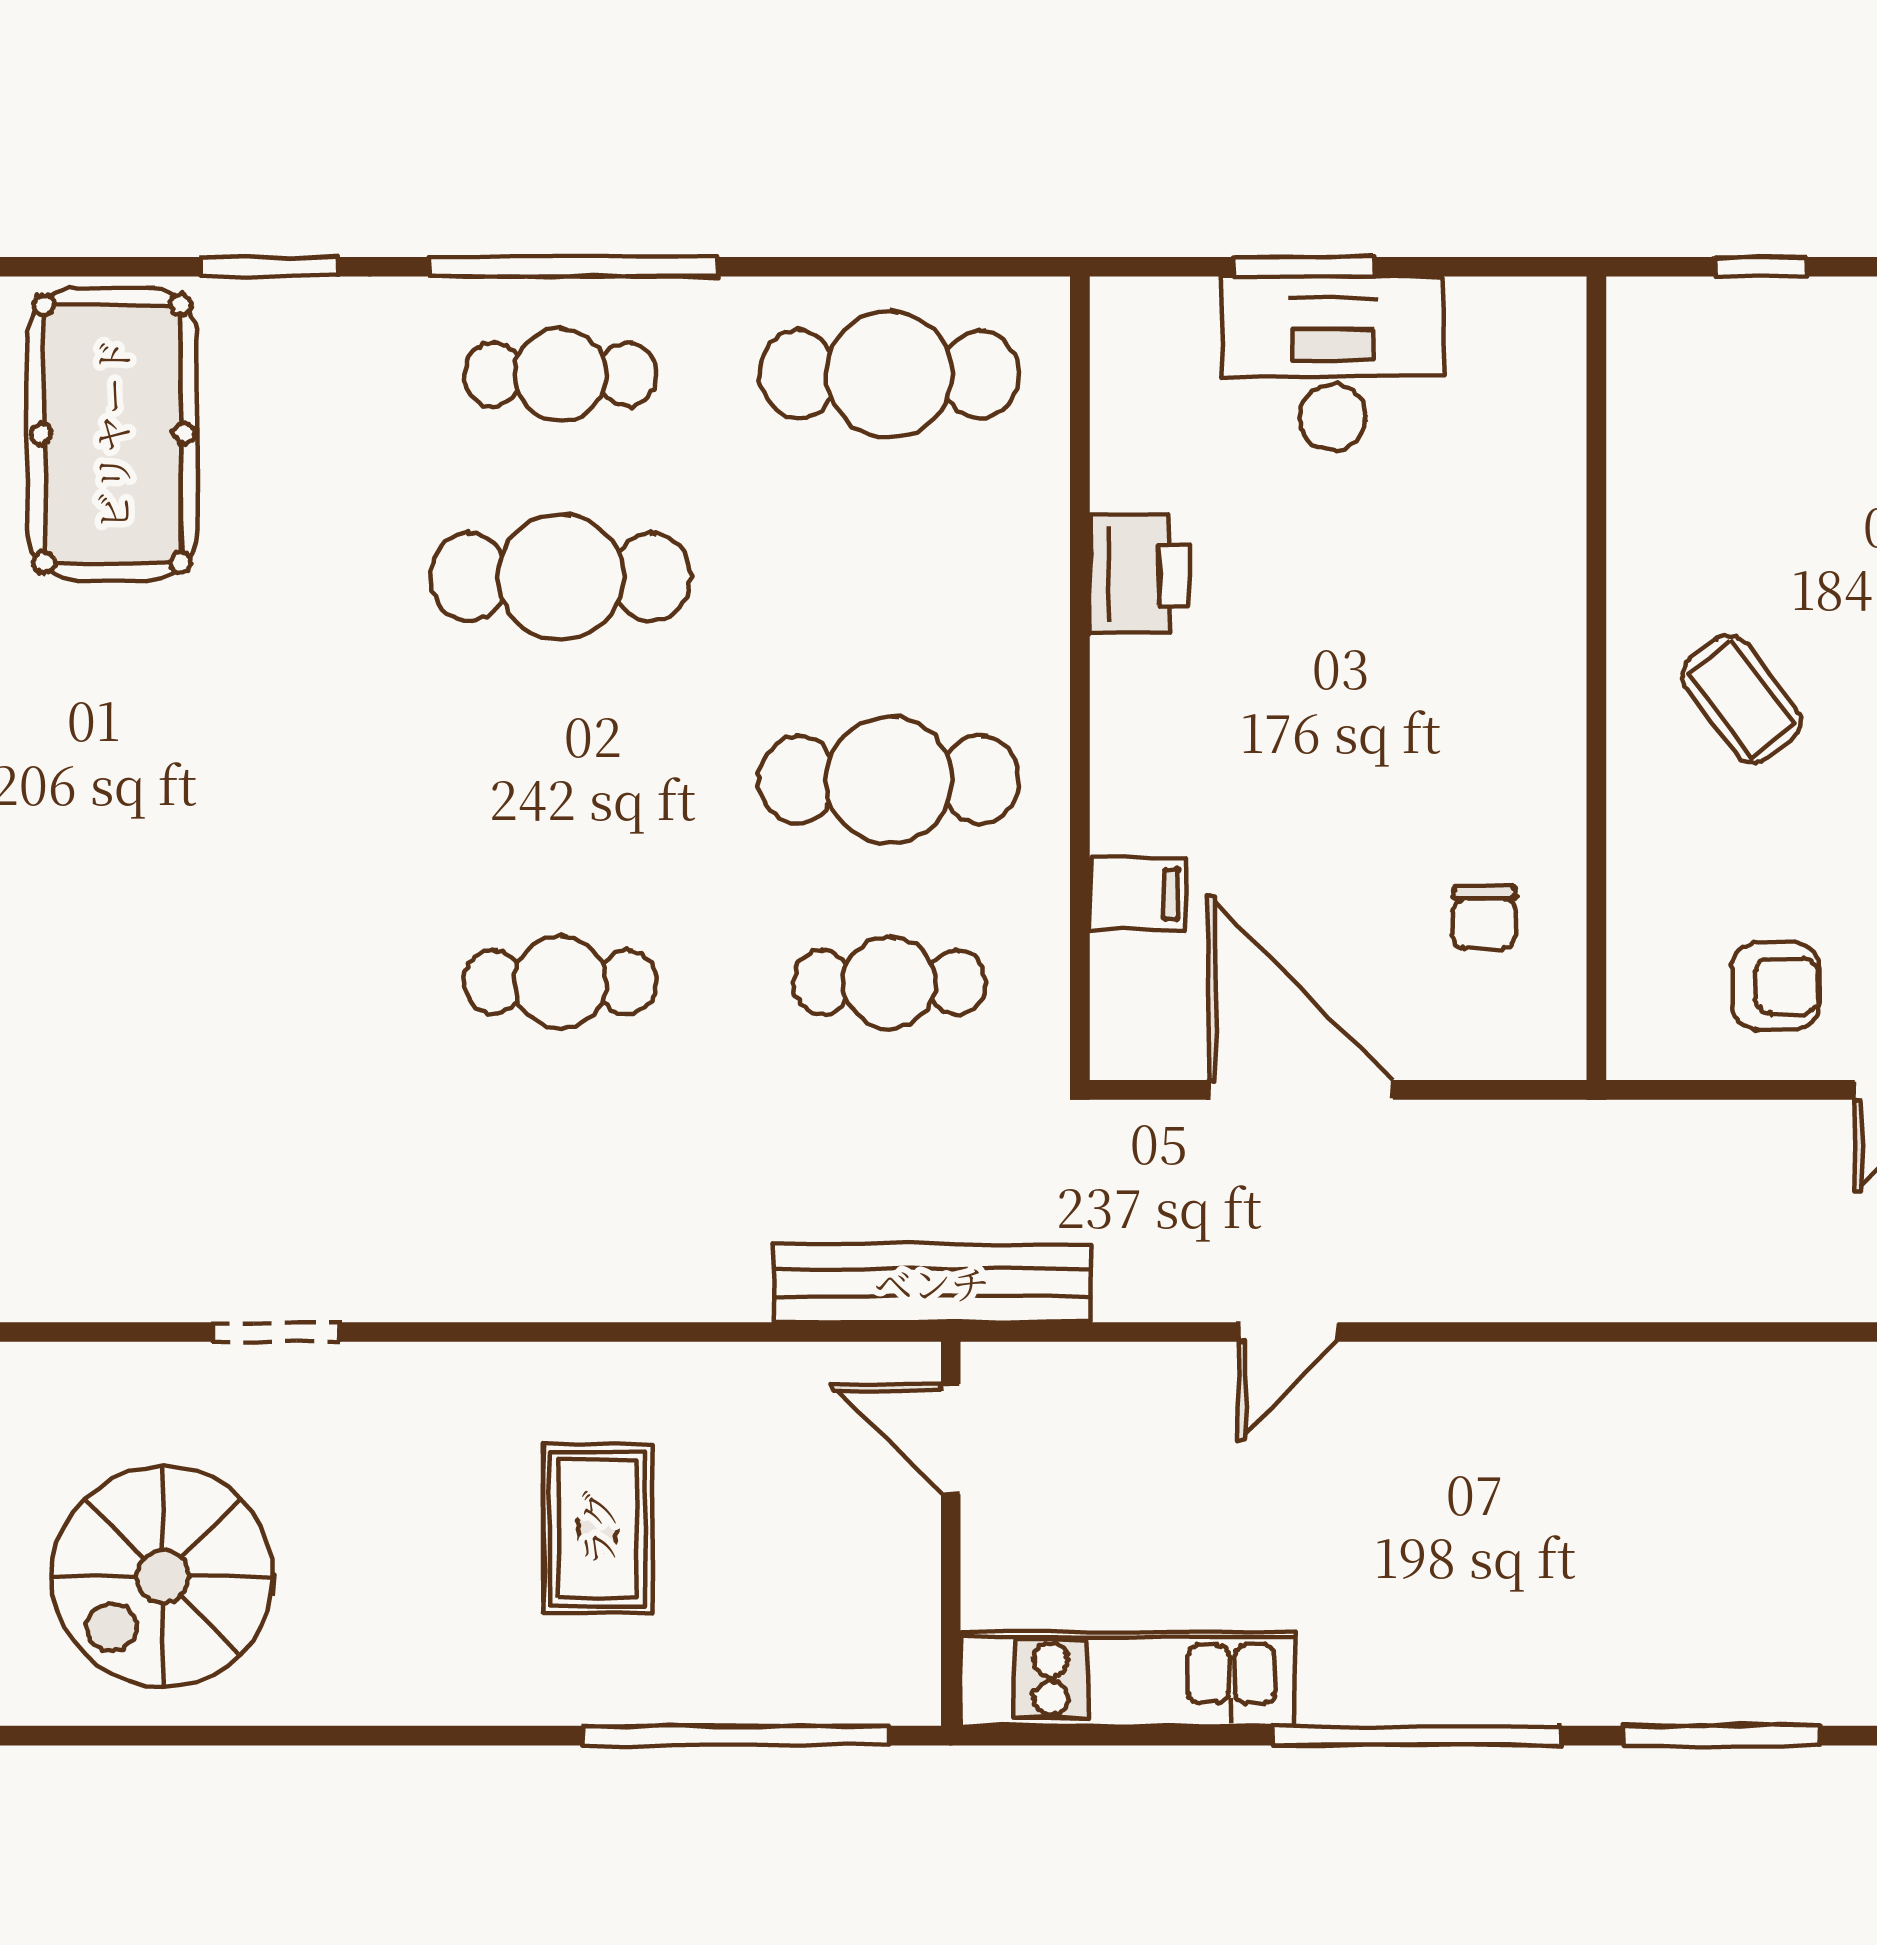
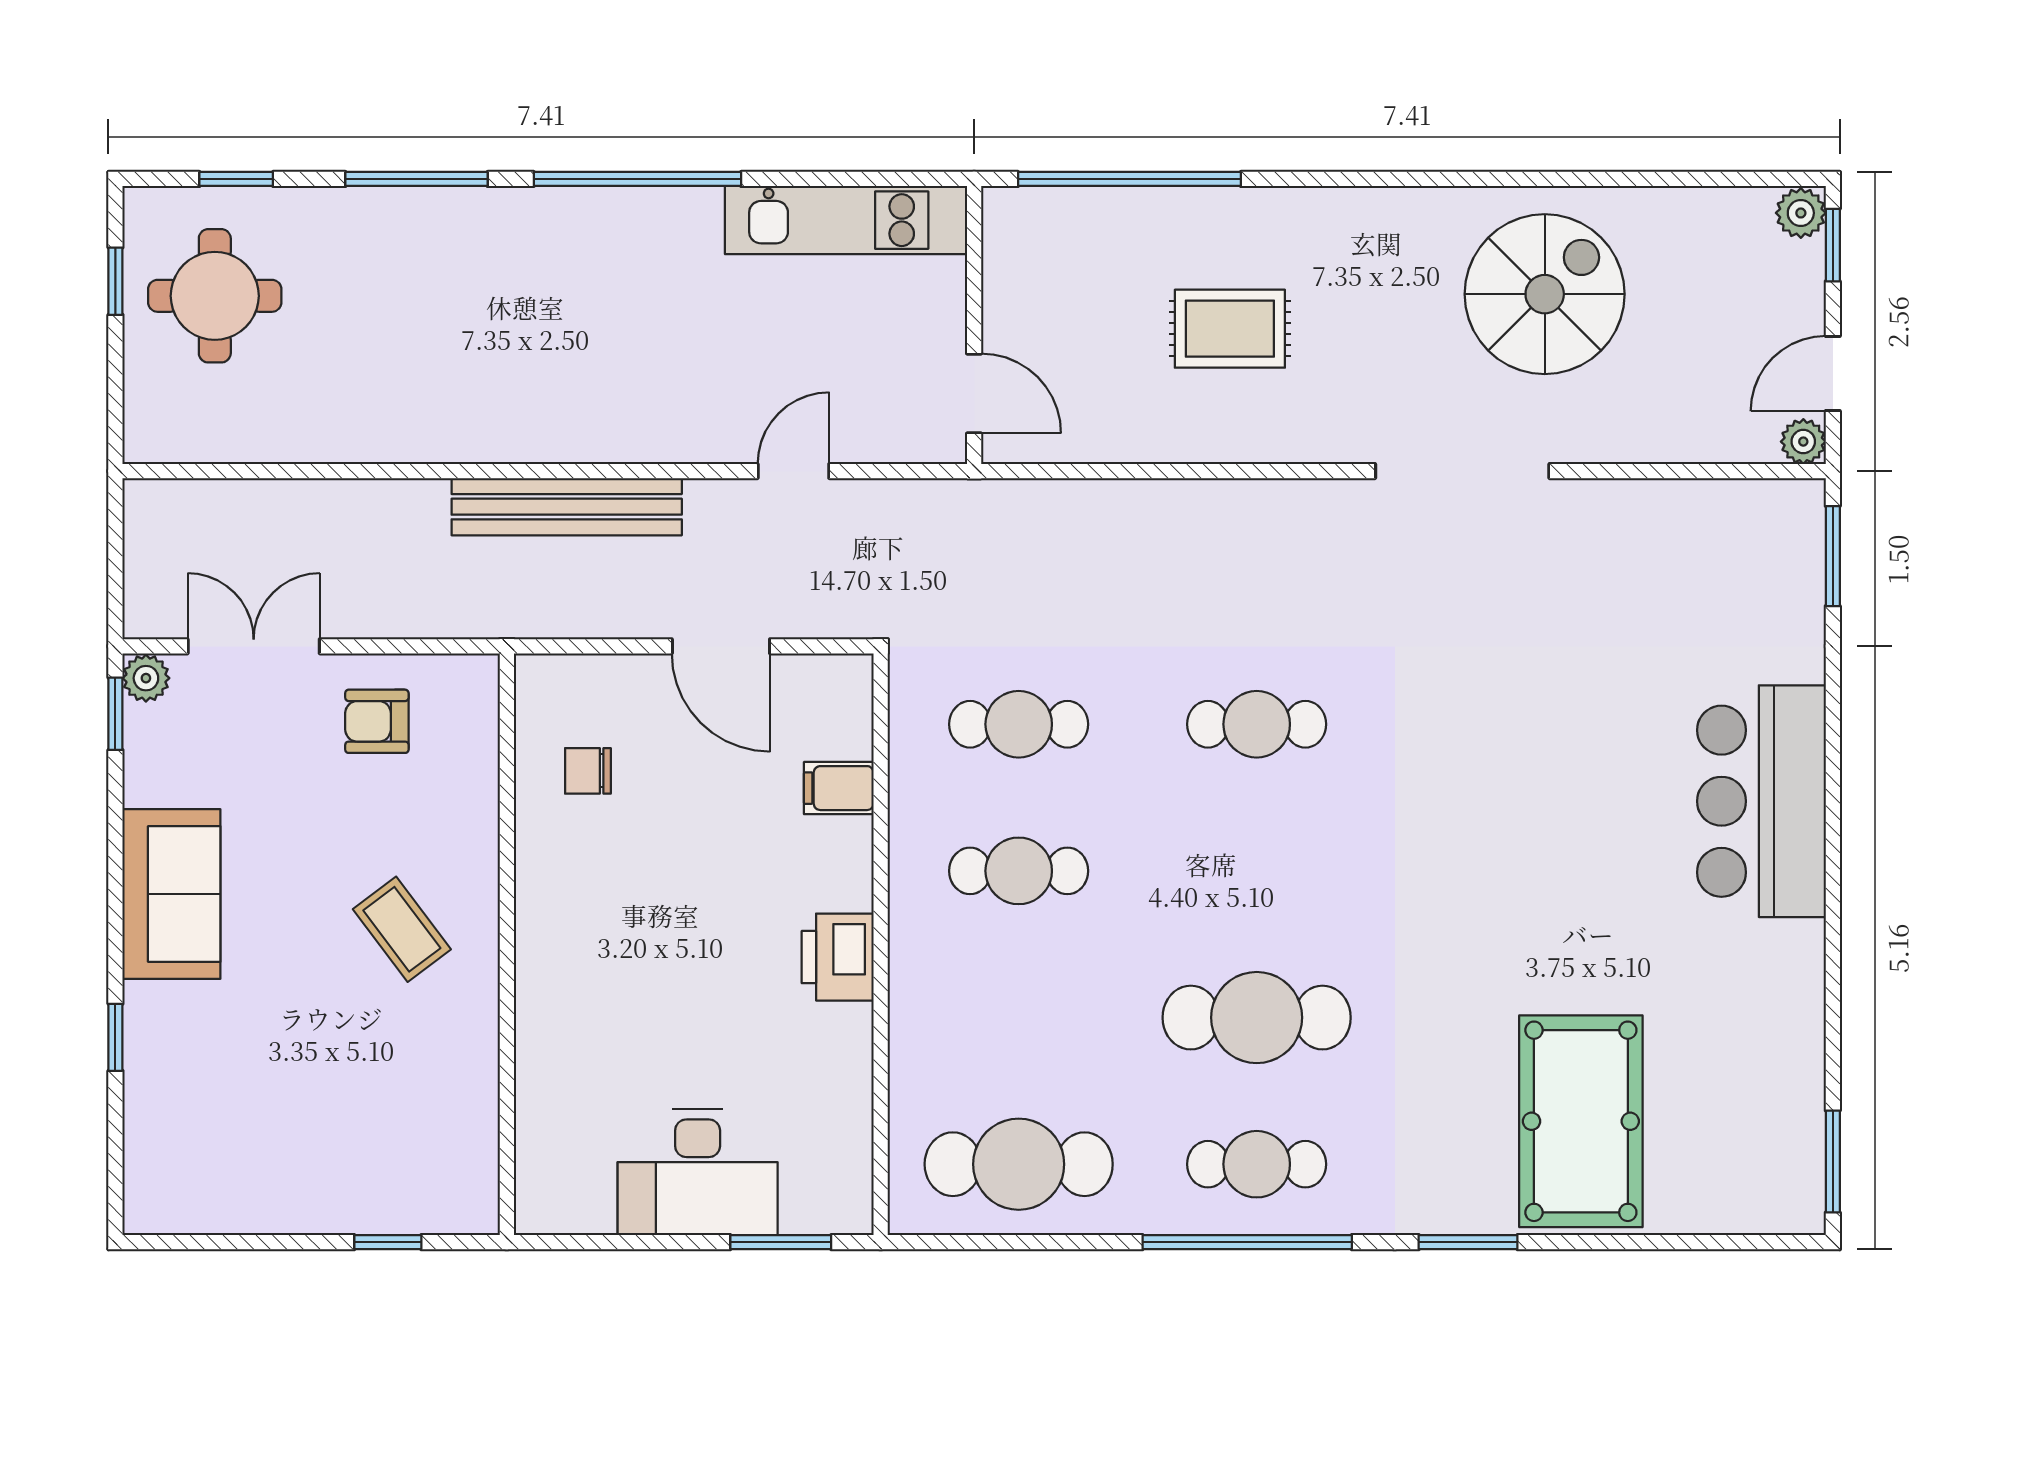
window: (1304, 267) -> (781, 1242), moved
printer: (1139, 575) -> (838, 957), moved
cafe table: (889, 780) -> (1019, 871), width x0.73, depth x0.74
chair: (1484, 918) -> (588, 771), turned -90
door: (1301, 1090) -> (721, 646), width x0.73
bench: (932, 1283) -> (567, 507), moved
doorway: (276, 1332) -> (1462, 471), width x1.88
door: (1288, 1332) -> (793, 471), moved
rug: (597, 1529) -> (1230, 329), turned 90

